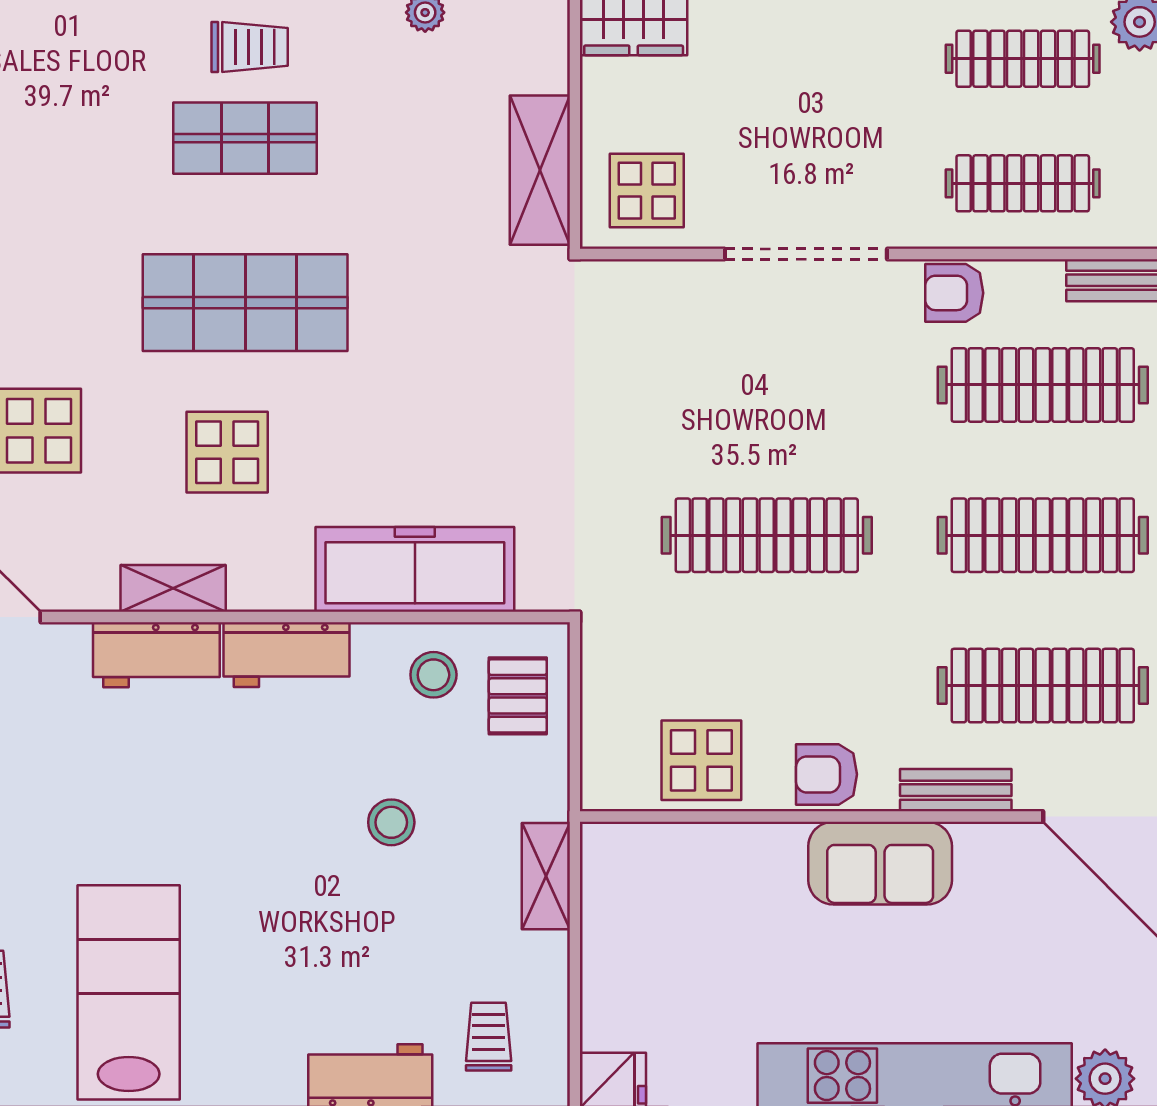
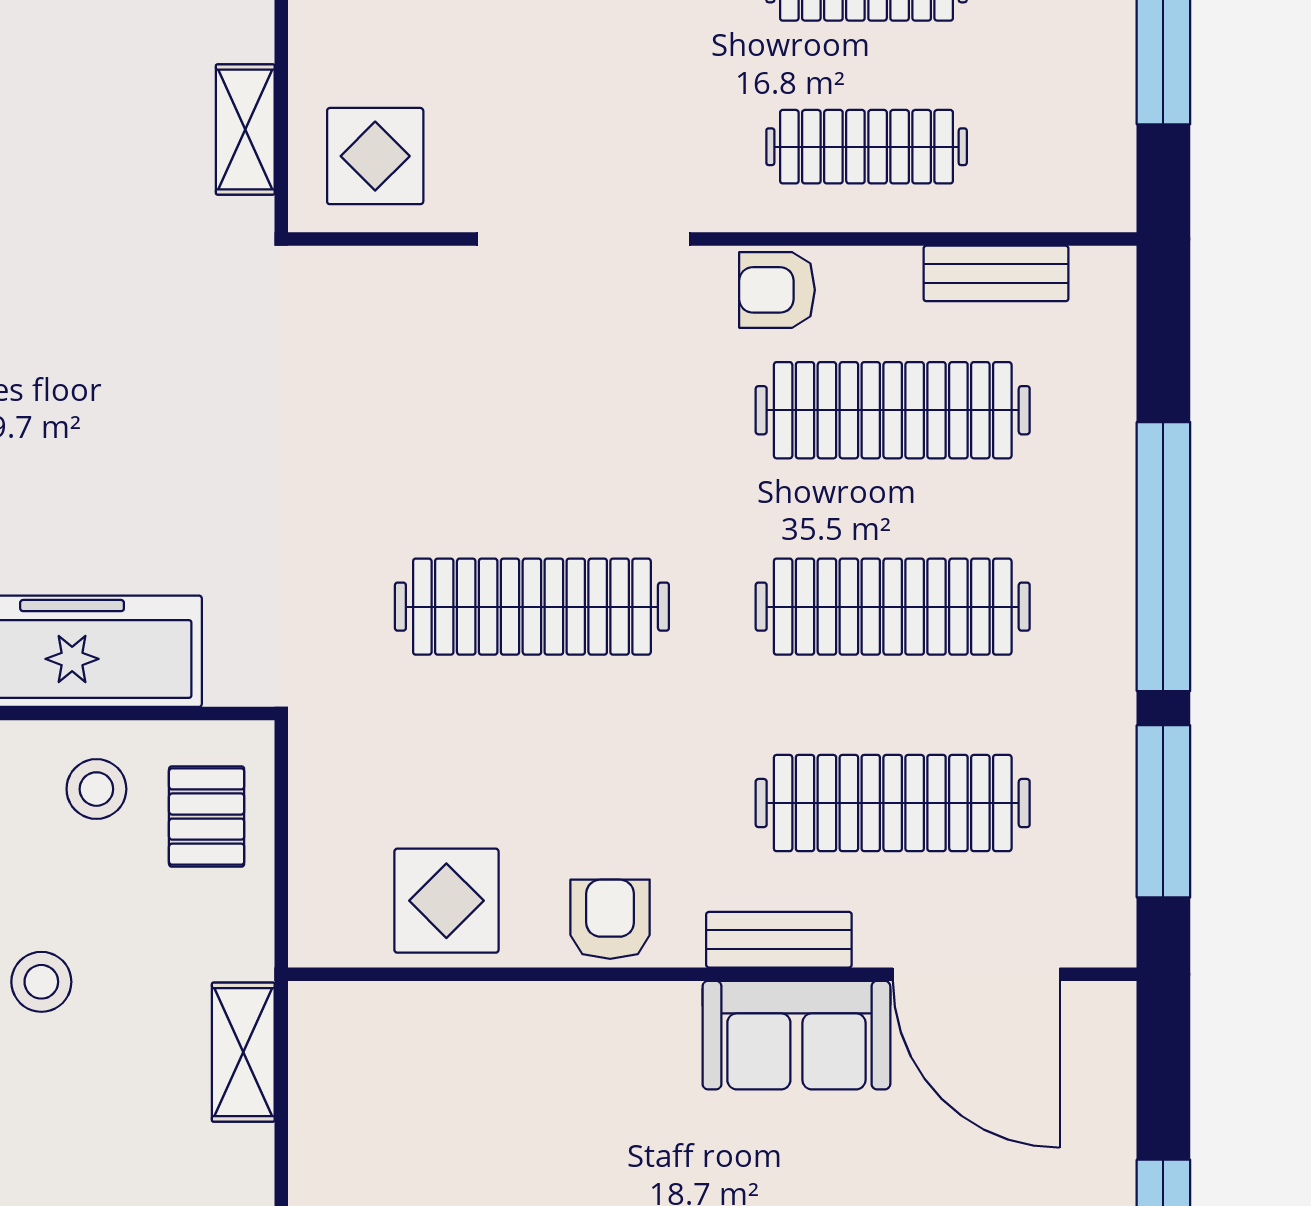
shelving: (540, 170) -> (245, 129), width x0.67, depth x0.75
armchair: (826, 774) -> (610, 919), turned 90
sofa: (880, 863) -> (796, 1035), moved

